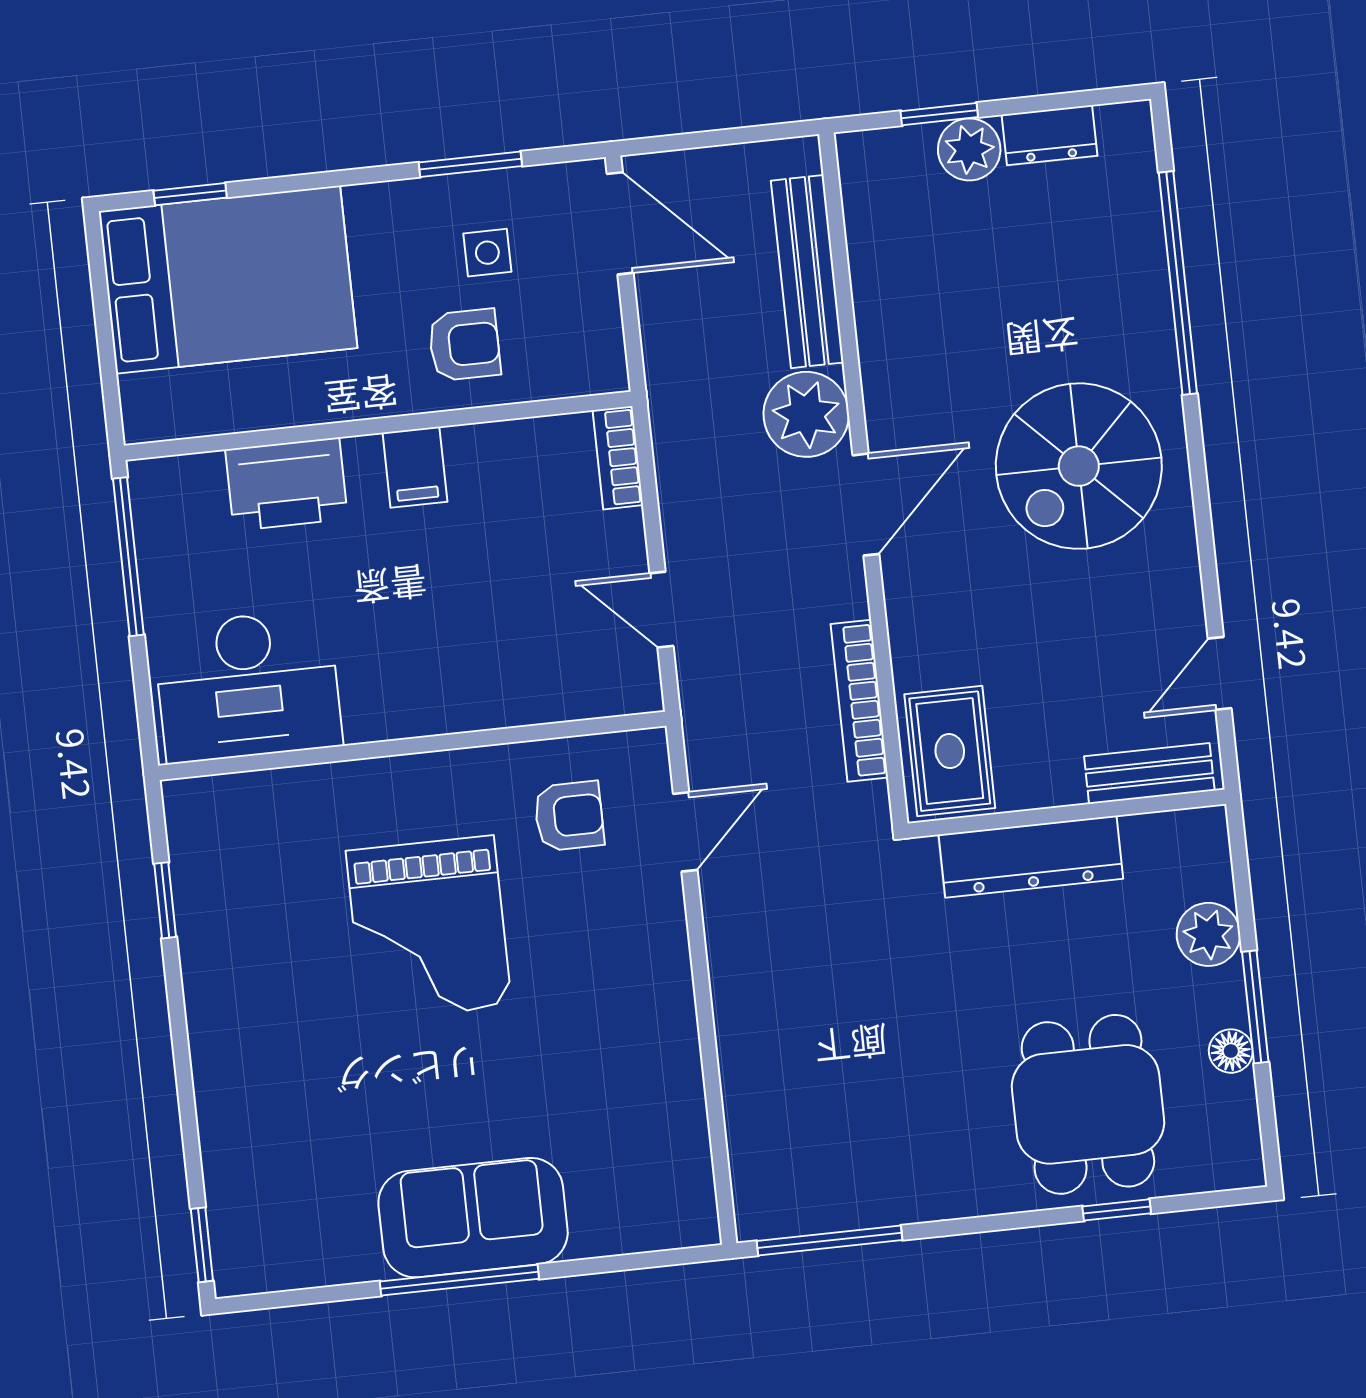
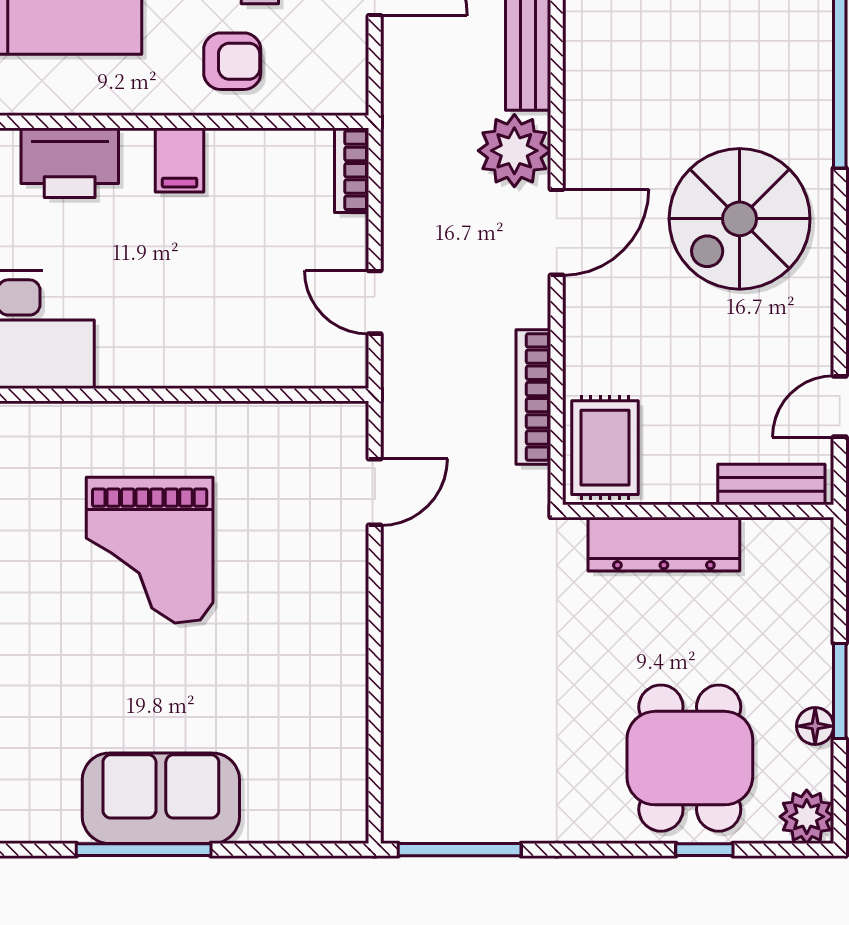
armchair: (569, 816) -> (278, 468), removed
plant: (1208, 934) -> (807, 817), moved

